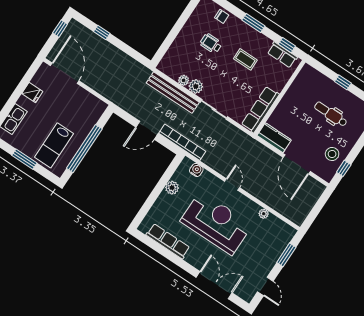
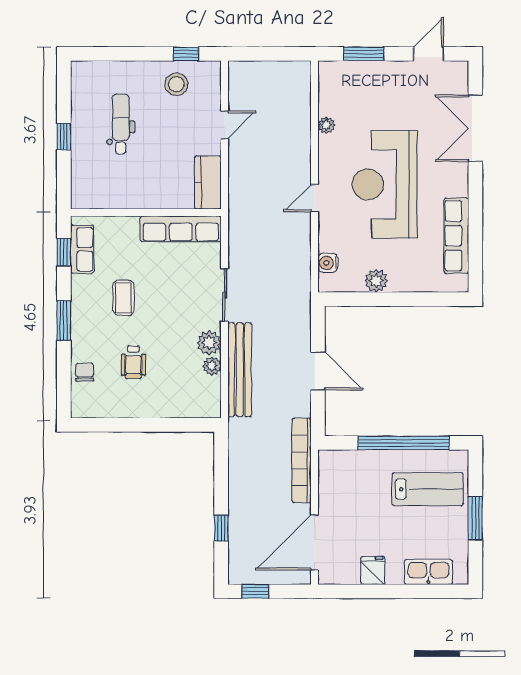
dental chair: (331, 114) -> (121, 124), turned 180
bookcase: (182, 142) -> (302, 460), moved
door: (297, 164) -> (225, 125), width x0.53

